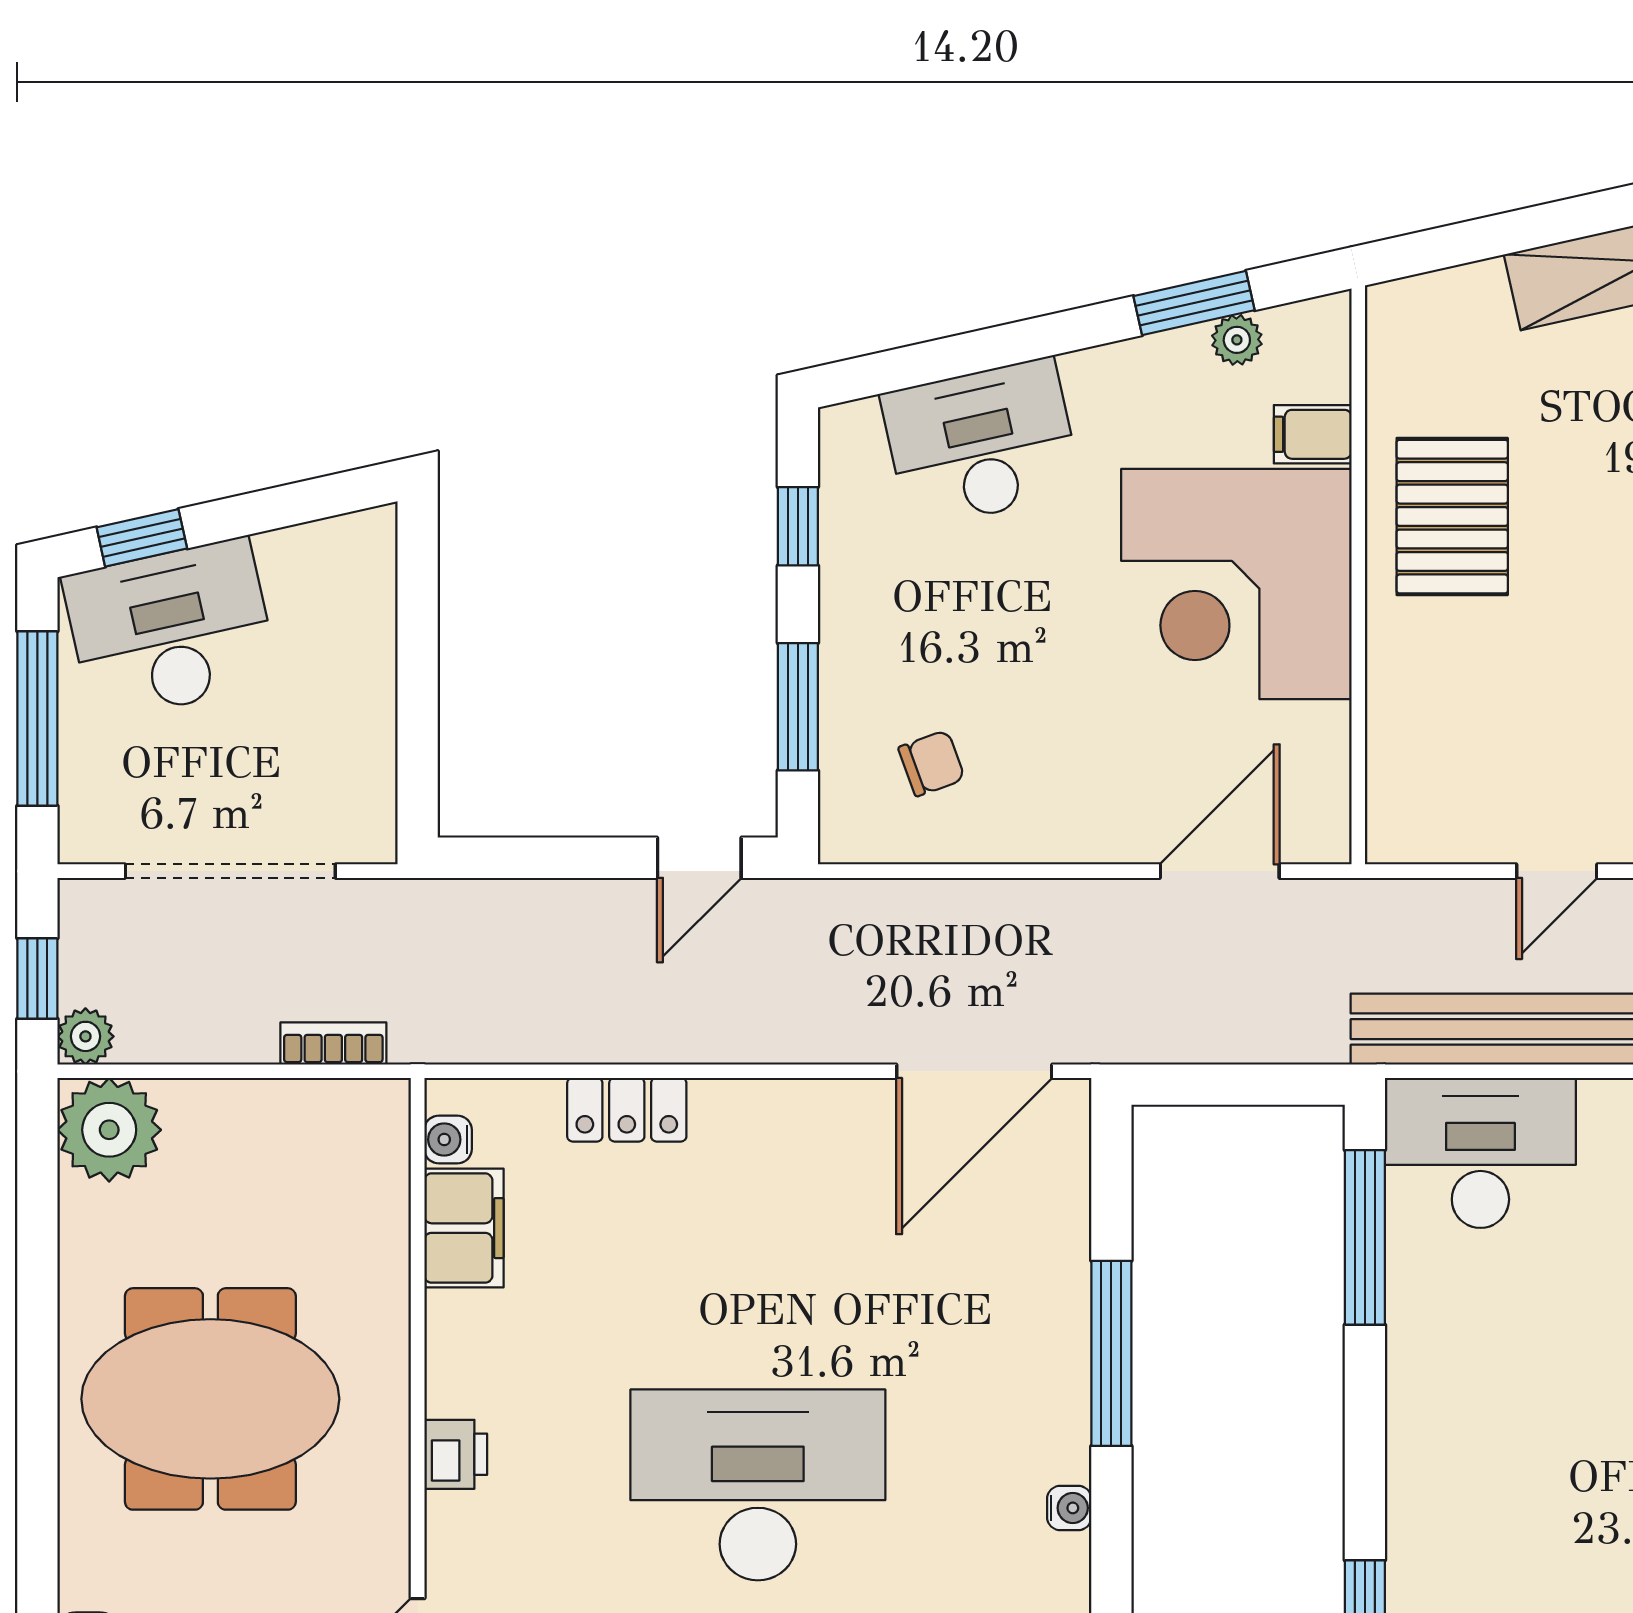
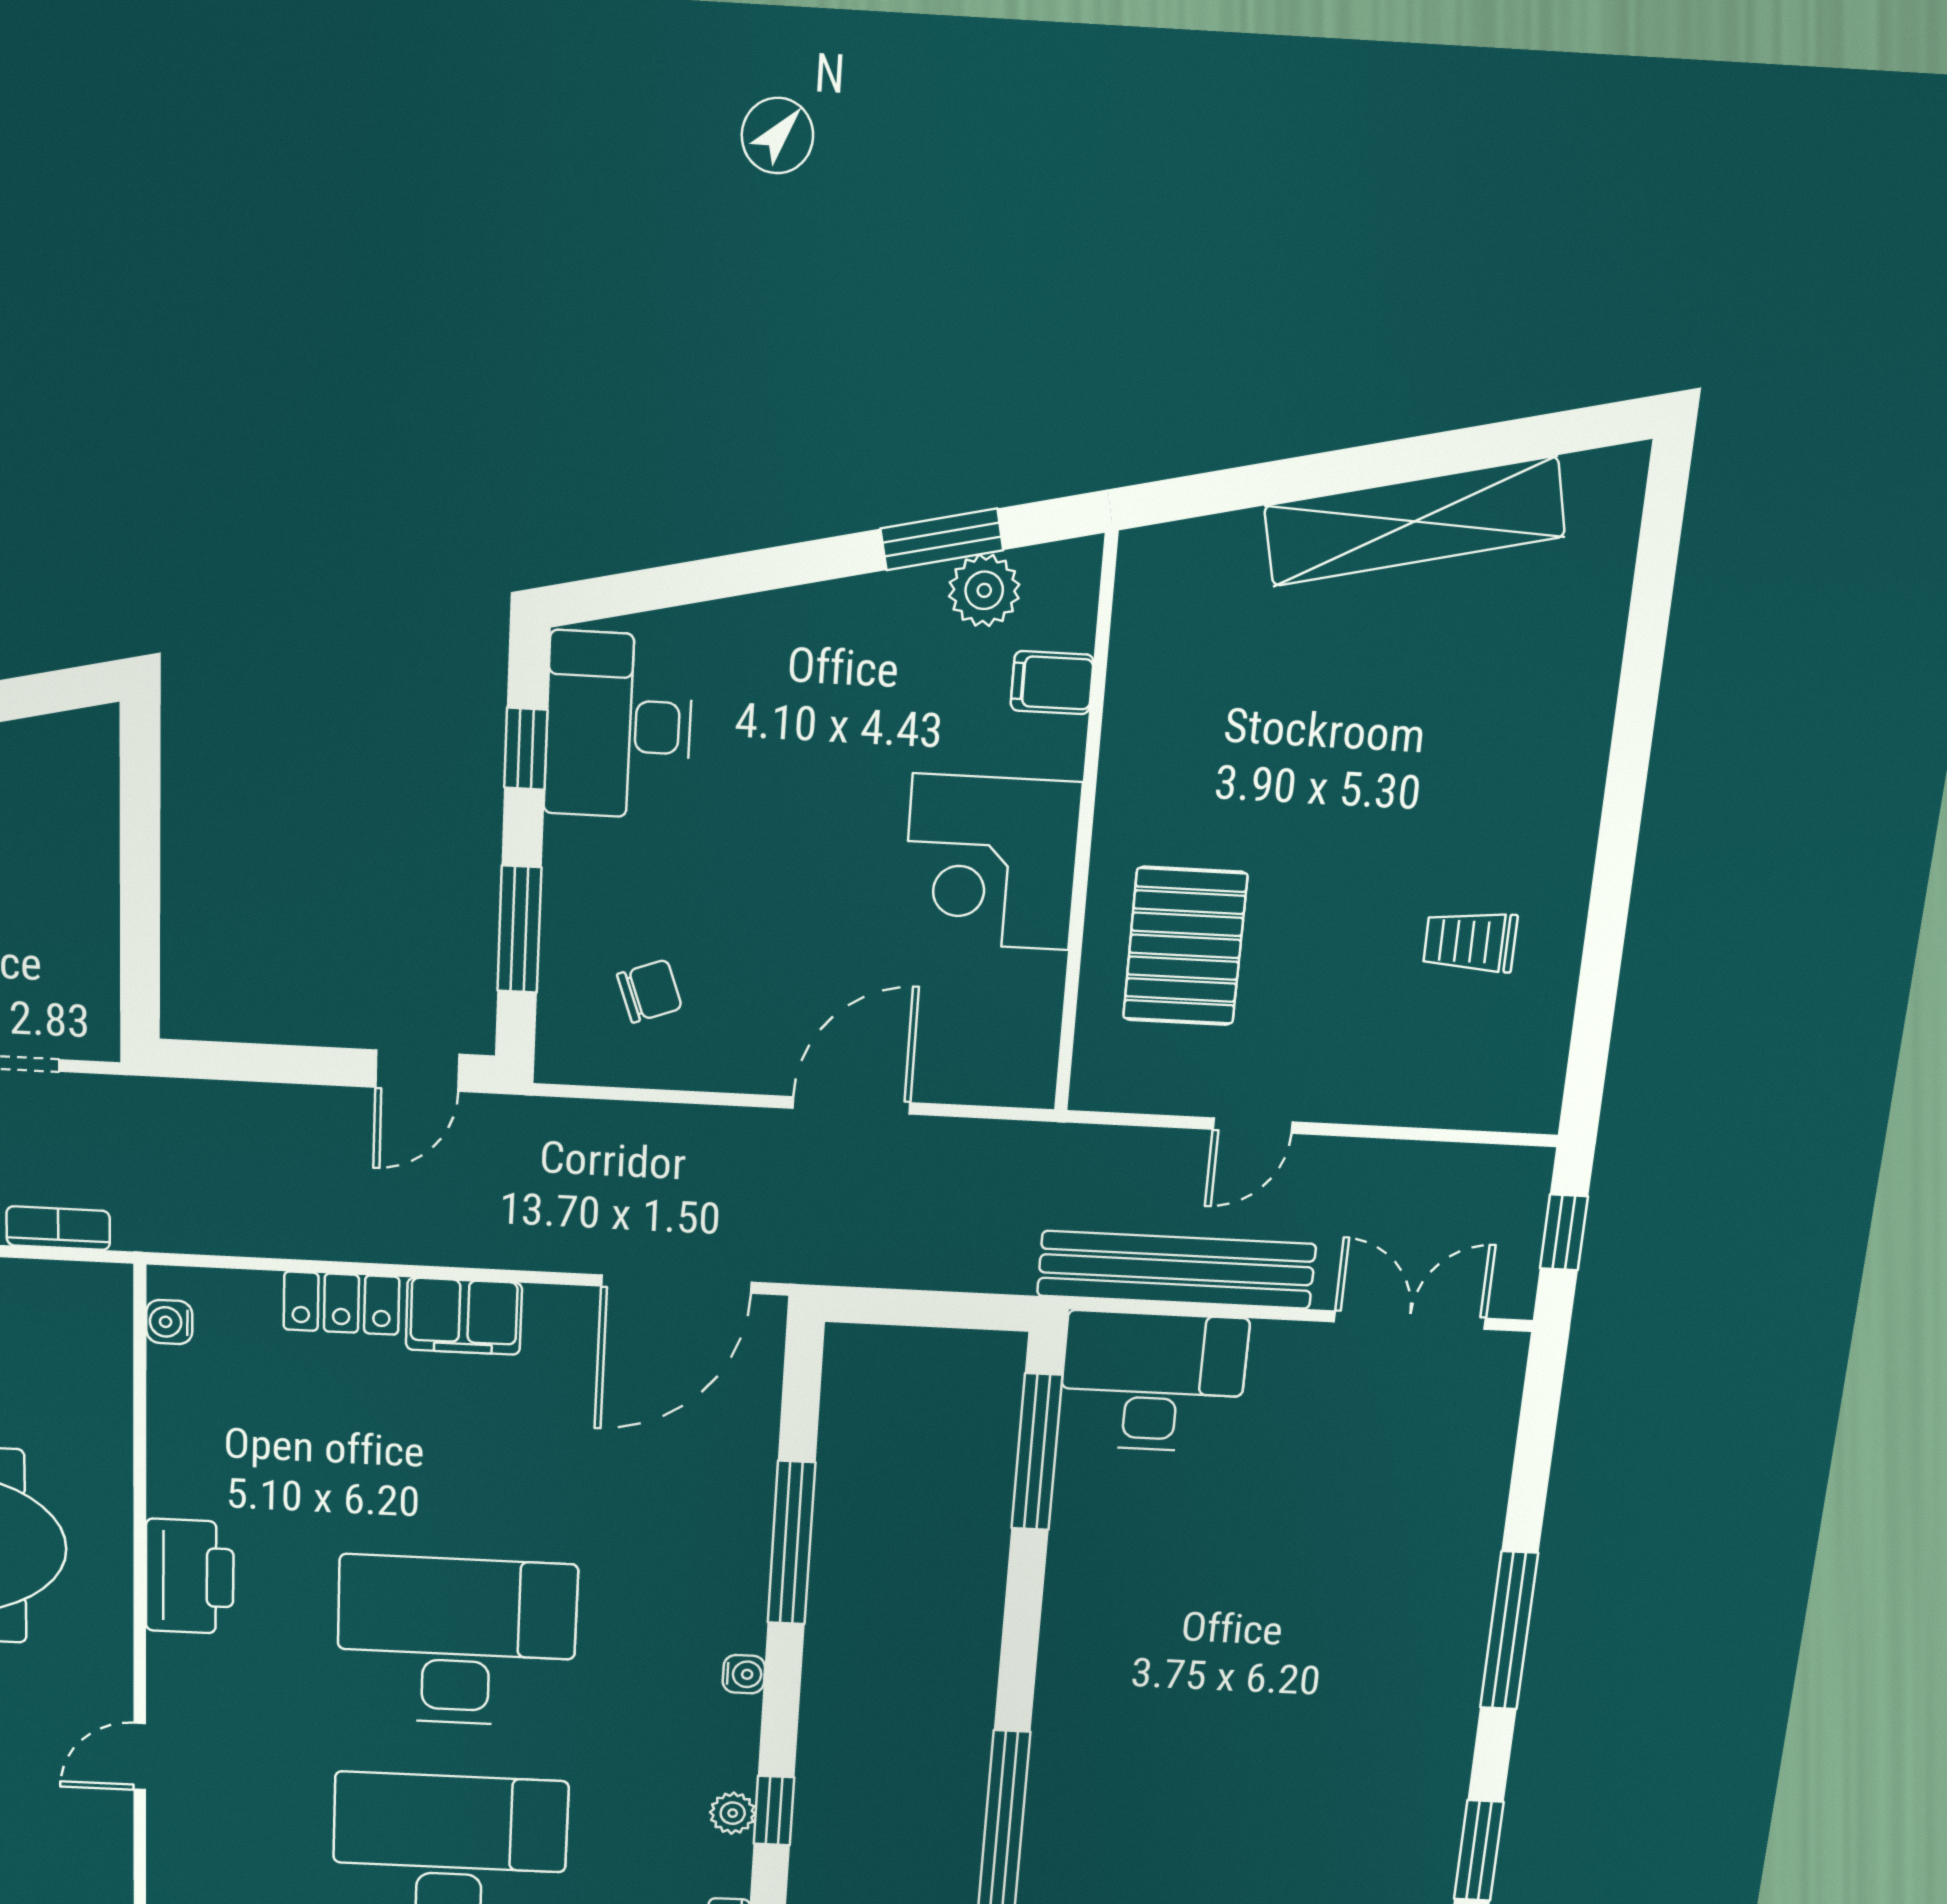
plant: (1237, 340) -> (984, 590), width x1.38, depth x1.38
desk: (981, 443) -> (619, 726), moved, turned -77
pallet: (1452, 517) -> (1185, 946), moved
corner desk: (1236, 584) -> (991, 862), width x0.74, depth x0.74
door: (1220, 871) -> (852, 1105), moved
filing cabinet: (464, 1228) -> (464, 1316), moved, turned 90
printer: (456, 1454) -> (190, 1576), width x1.87, depth x1.48

